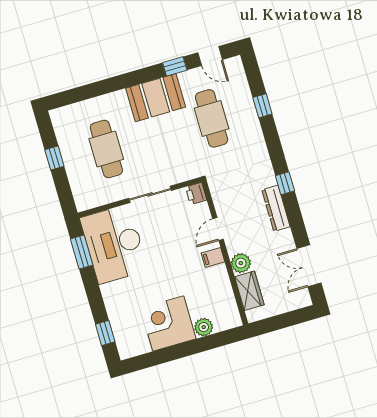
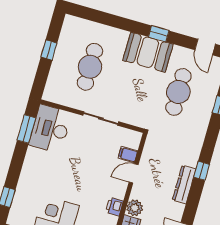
window: (175, 66) -> (159, 34), moved
printer: (196, 194) -> (114, 207), moved
desk: (114, 244) -> (50, 129), width x0.73, depth x0.77
filing cabinet: (213, 257) -> (128, 155), moved

